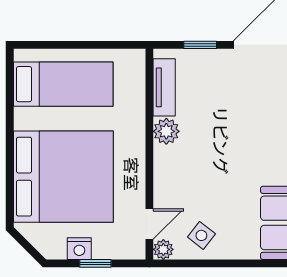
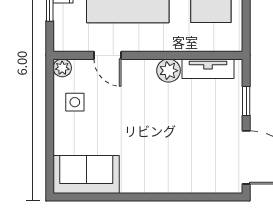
door: (149, 224) -> (108, 55), moved
side table: (201, 235) -> (75, 102), turned -38

